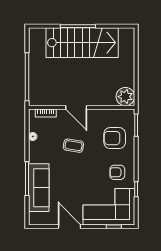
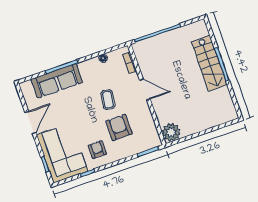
stairs: (82, 43) -> (209, 63), width x0.73, depth x0.66
door: (76, 107) -> (145, 89), swing flipped
armchair: (115, 138) -> (119, 127), moved

